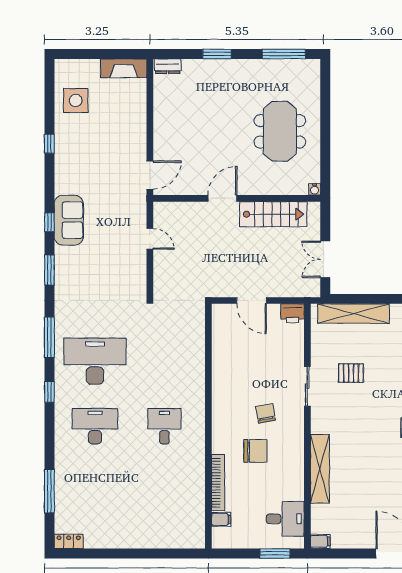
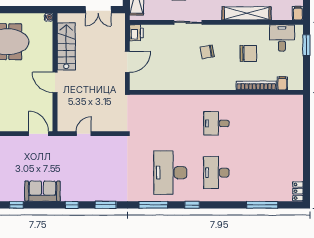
sofa: (69, 220) -> (43, 191), moved
chair: (255, 451) -> (248, 53), moved, turned 90

